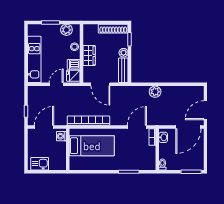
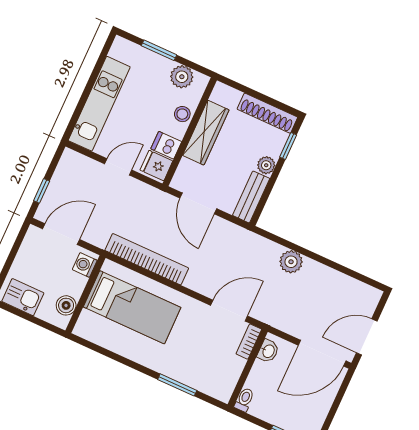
wardrobe: (89, 55) -> (206, 133), width x1.50
boiler: (61, 159) -> (66, 305), added

